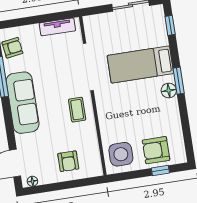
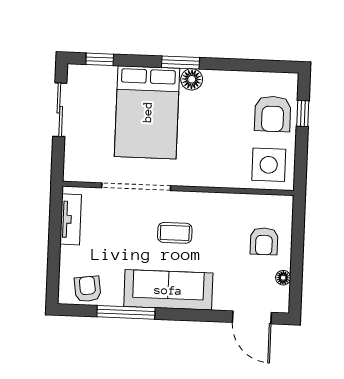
bed: (140, 65) -> (147, 112), width x1.50
coffee table: (77, 110) -> (175, 233), moved
armchair: (68, 161) -> (264, 241), turned 90
floor lamp: (32, 181) -> (283, 278), moved

